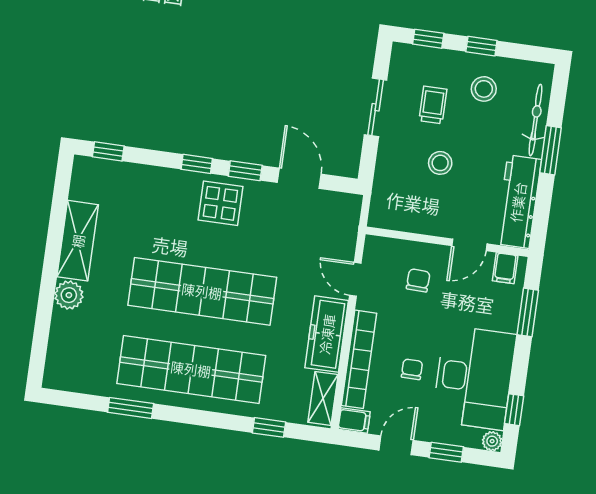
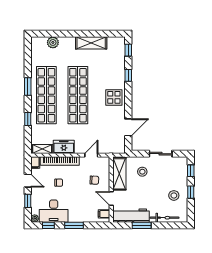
trolley: (433, 105) -> (165, 176), removed
window: (551, 150) -> (142, 225), moved
stool: (440, 163) -> (142, 172), moved
window: (197, 164) -> (128, 75), moved
window: (245, 171) -> (128, 105), removed
shelving: (411, 216) -> (119, 174), added
plant: (69, 295) -> (53, 42), moved
window: (528, 312) -> (74, 225), moved
freezer: (327, 334) -> (64, 147), width x0.71
desk: (474, 378) -> (54, 211), width x0.73, depth x0.77
window: (131, 408) -> (28, 86), moved
window: (269, 427) -> (28, 119), moved

